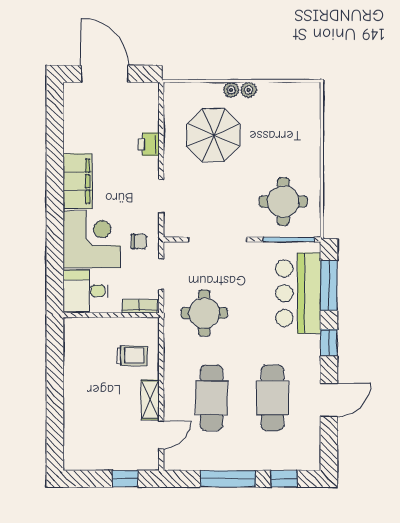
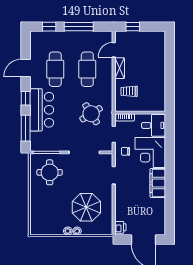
printer: (149, 144) -> (120, 227), moved
bar counter: (298, 293) -> (42, 110), moved
round table: (204, 313) -> (91, 114), turned -32

